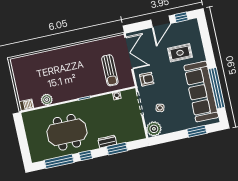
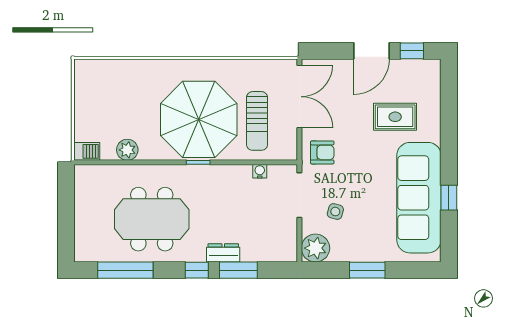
parasol: (80, 76) -> (199, 119), added
window: (217, 88) -> (449, 198), width x0.32
window: (197, 131) -> (367, 270), moved
window: (86, 156) -> (197, 270), moved

